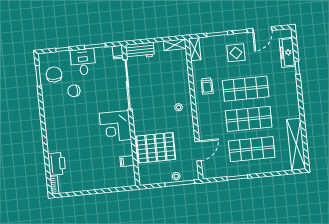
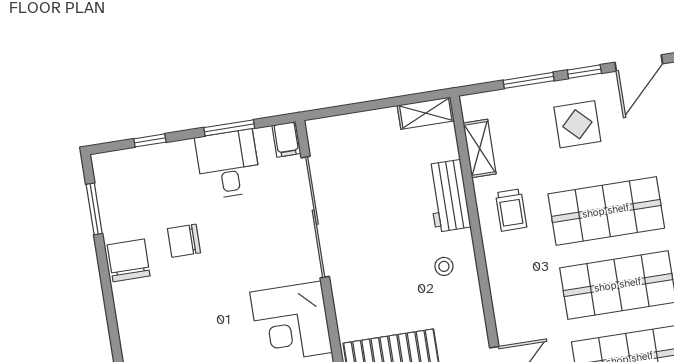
shelving: (195, 49) -> (480, 148), moved
workbench: (140, 51) -> (448, 196), moved, turned 90
desk: (83, 62) -> (228, 164), moved
chair: (54, 74) -> (129, 260), moved

